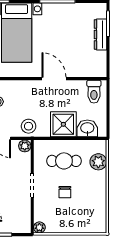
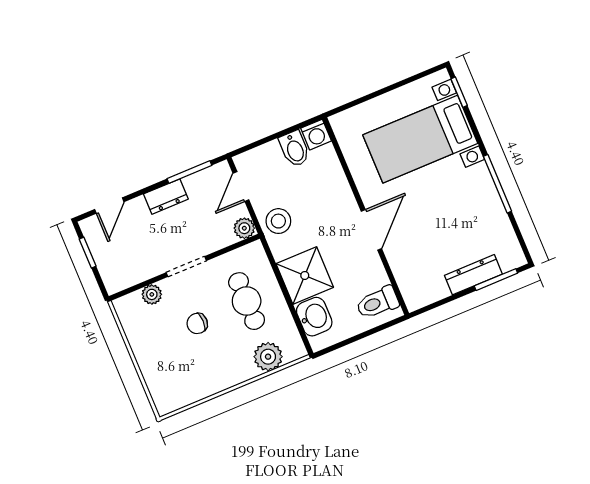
plant: (39, 227) -> (152, 294), moved

